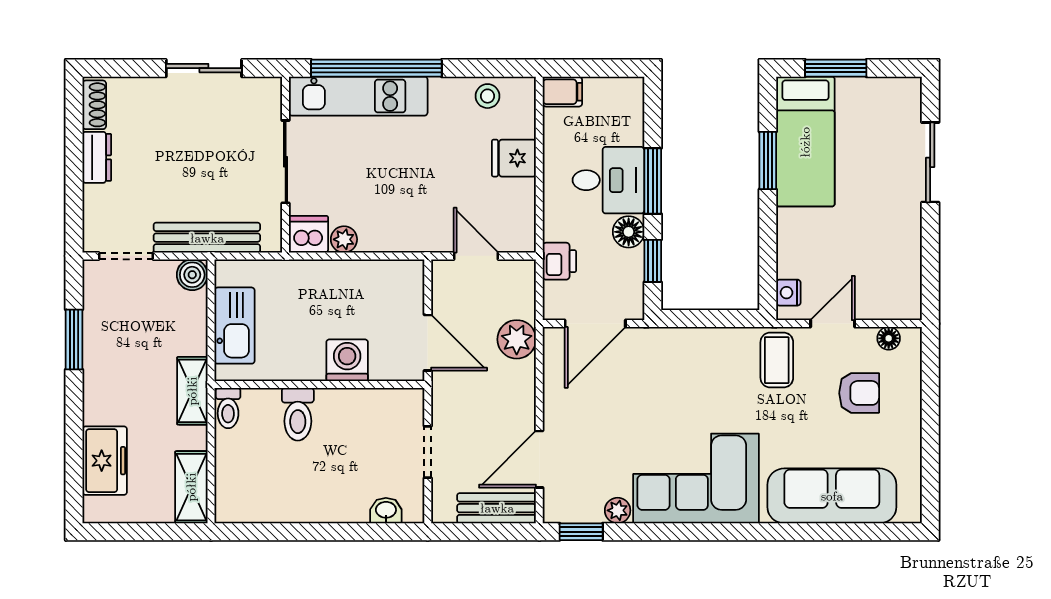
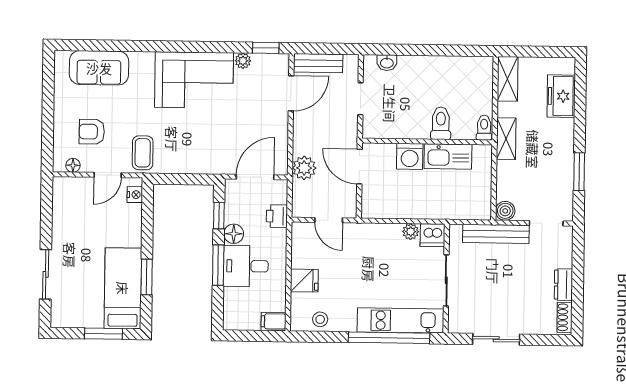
kitchen sink: (235, 326) -> (448, 156), moved, turned -90
sofa: (832, 496) -> (99, 68), width x0.73

